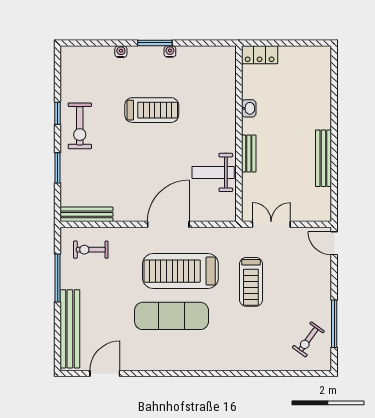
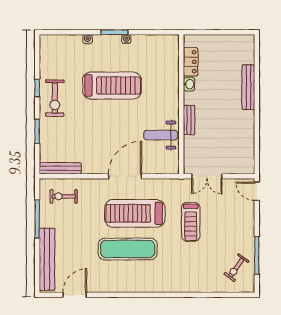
locker: (260, 55) -> (191, 62), moved, turned -90
treadmill: (152, 110) -> (112, 86), width x1.37, depth x1.38
bench: (323, 158) -> (248, 87), moved
double door: (271, 224) -> (207, 176), swing flipped

